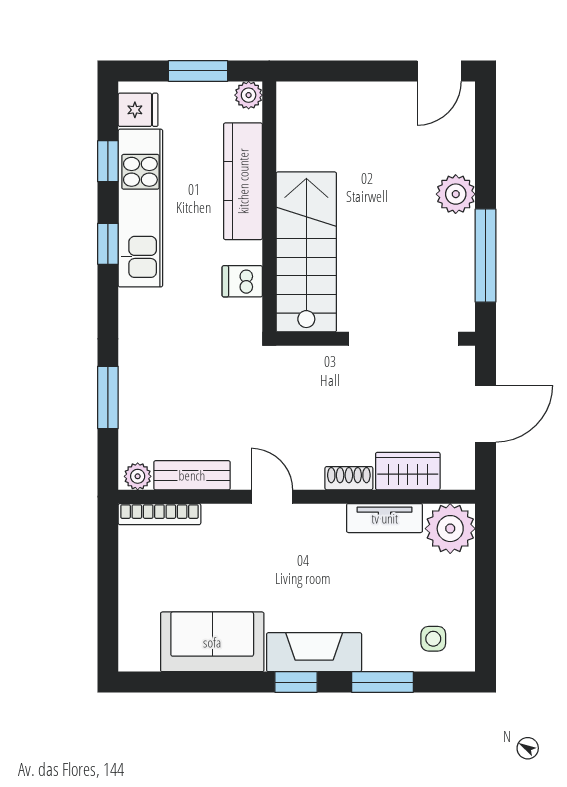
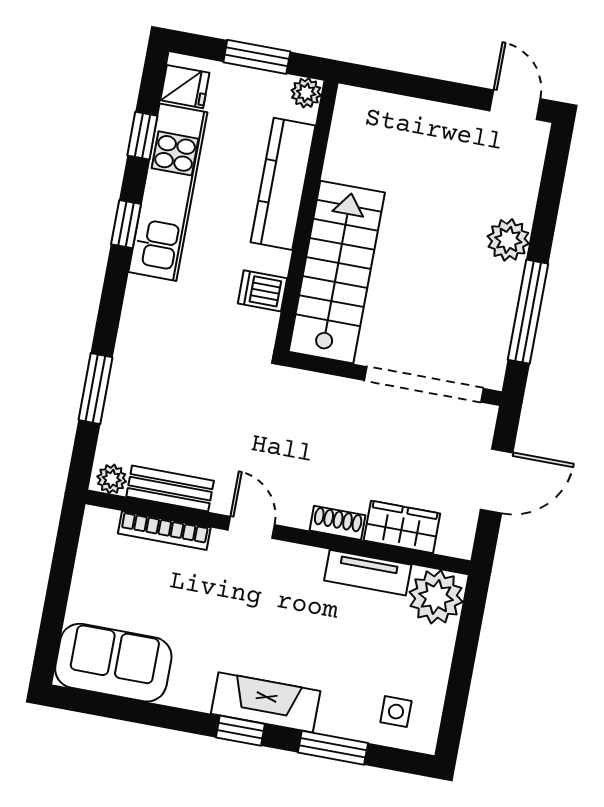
door: (439, 71) -> (515, 105), swing flipped
bookcase: (159, 514) -> (164, 531), moved
sofa: (212, 642) -> (113, 663), moved

